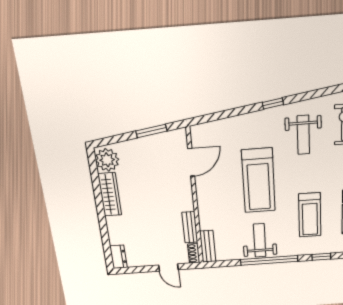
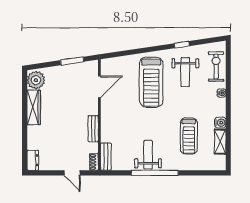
window: (273, 103) -> (182, 45), moved
treadmill: (258, 181) -> (151, 82), moved
bench: (190, 227) -> (93, 129), moved
window: (321, 257) -> (198, 173), removed

